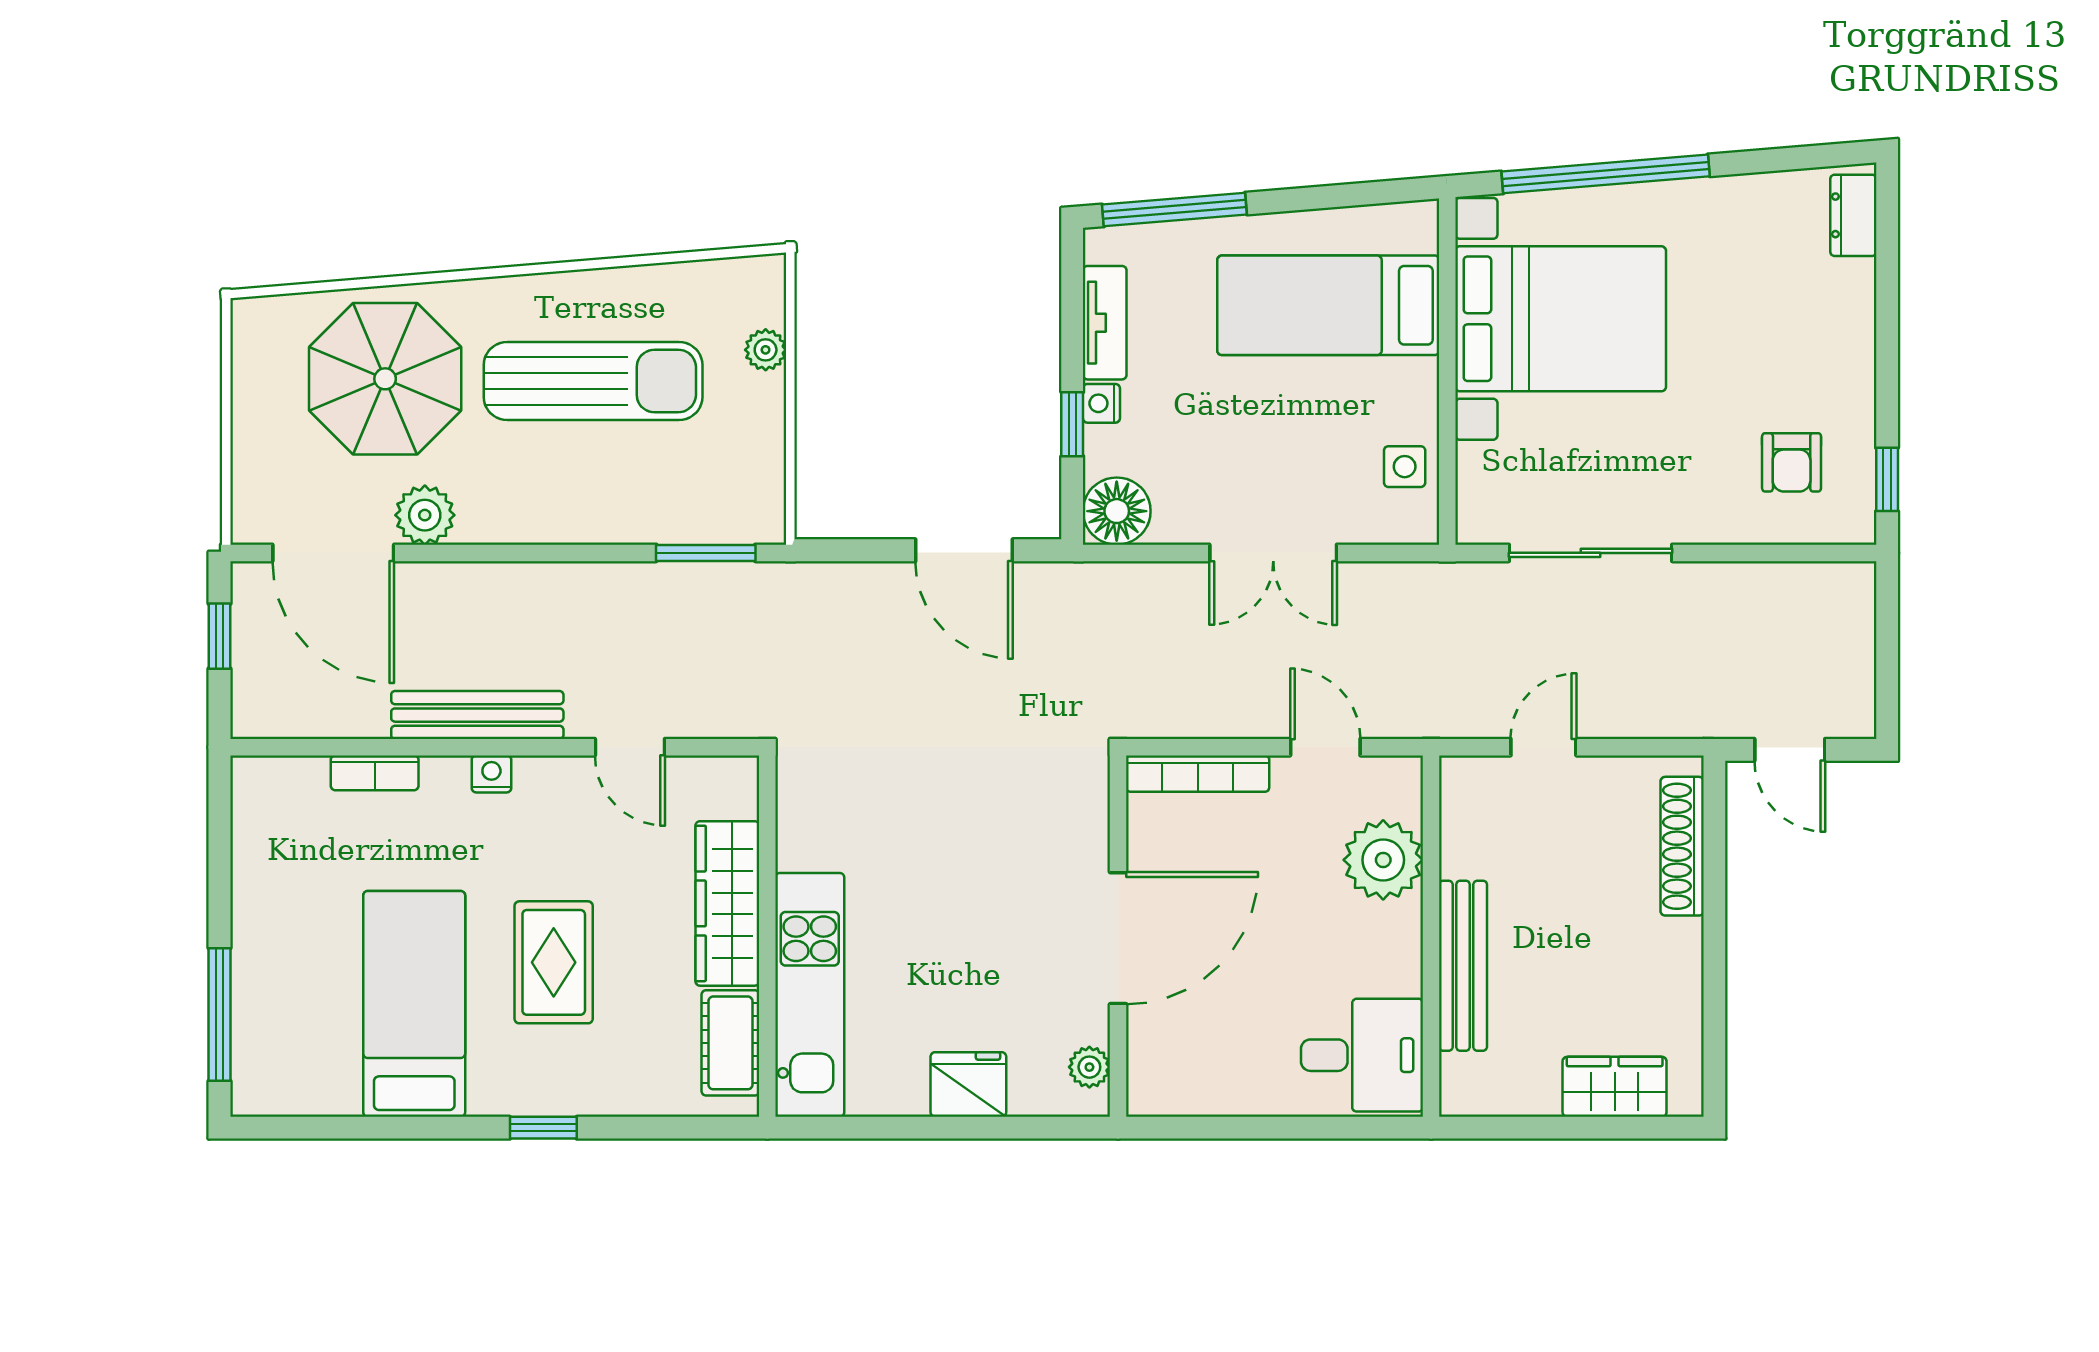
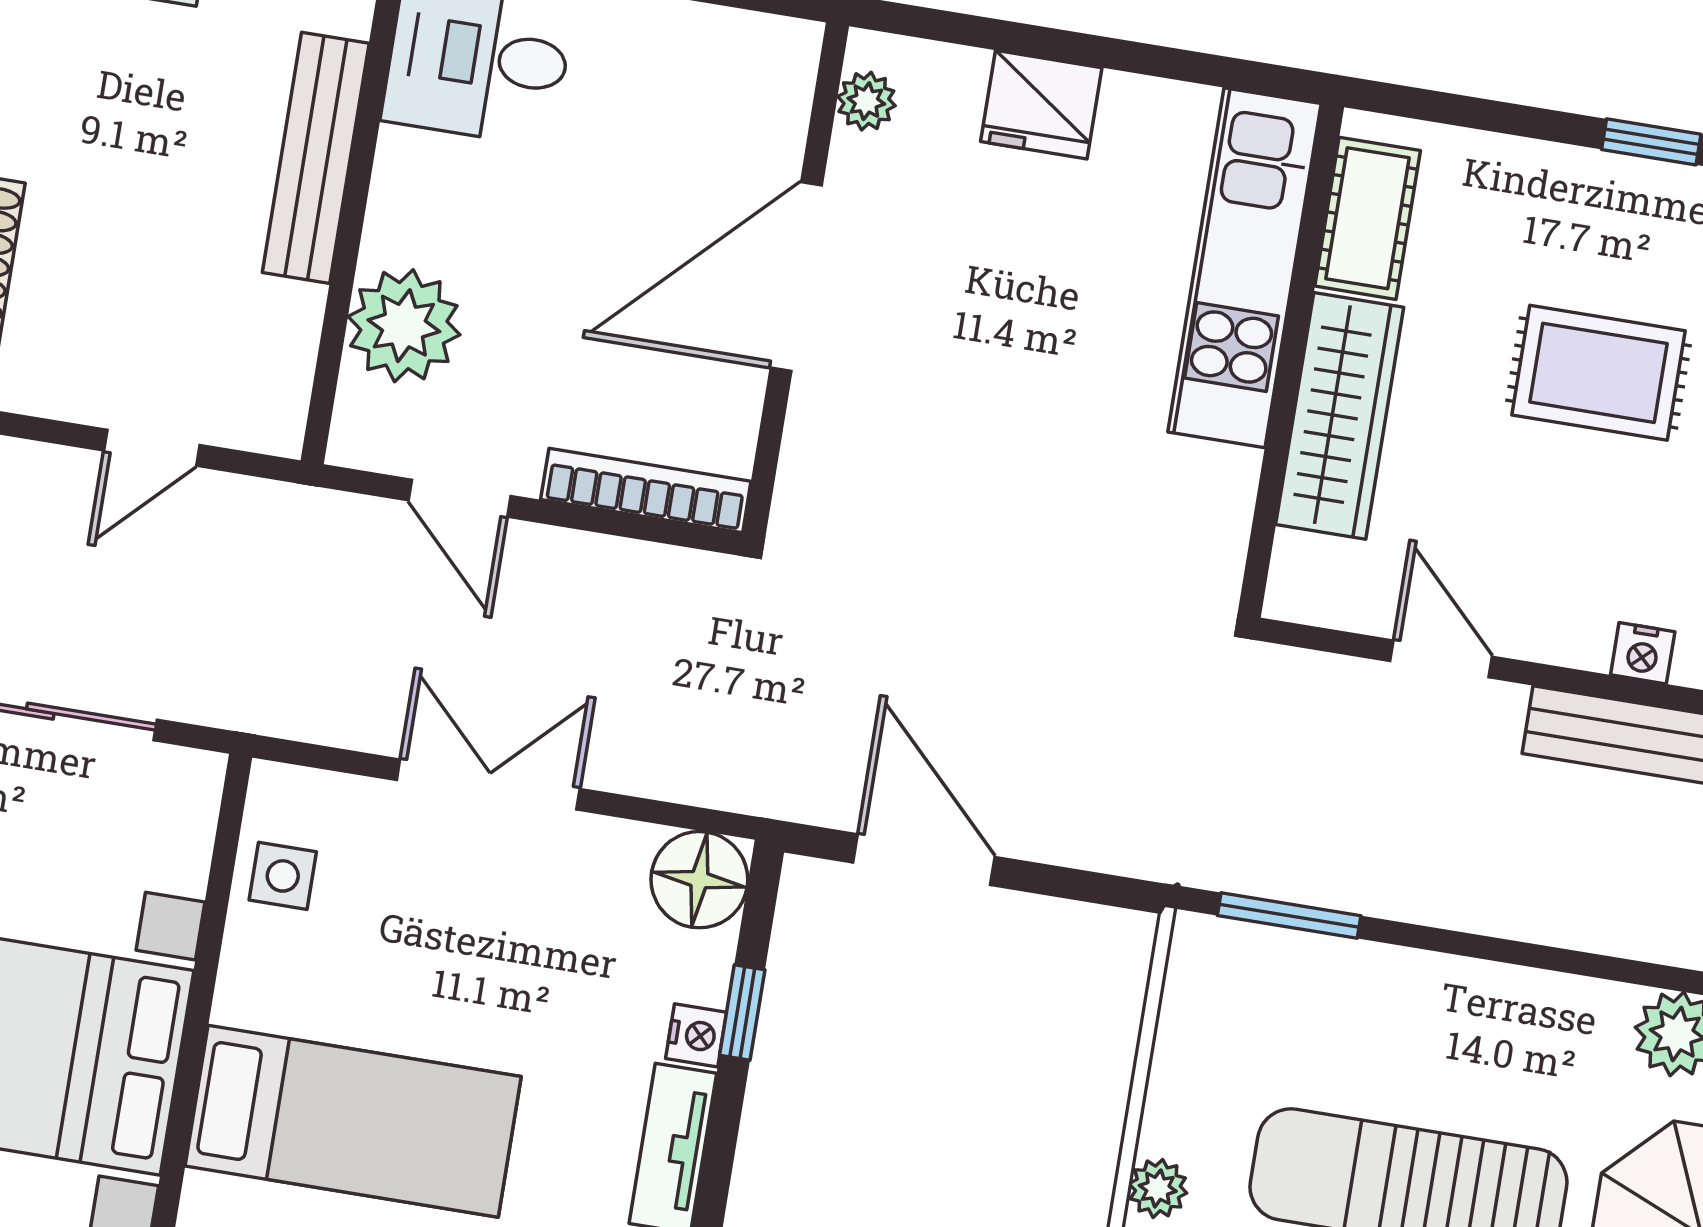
rug: (554, 962) -> (1598, 373), turned 90

